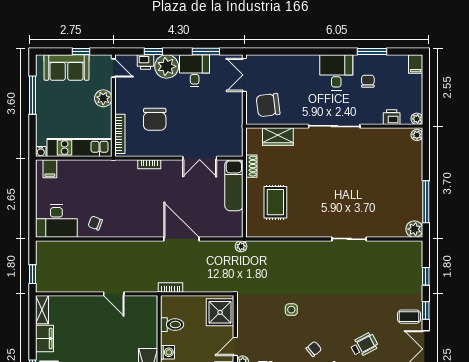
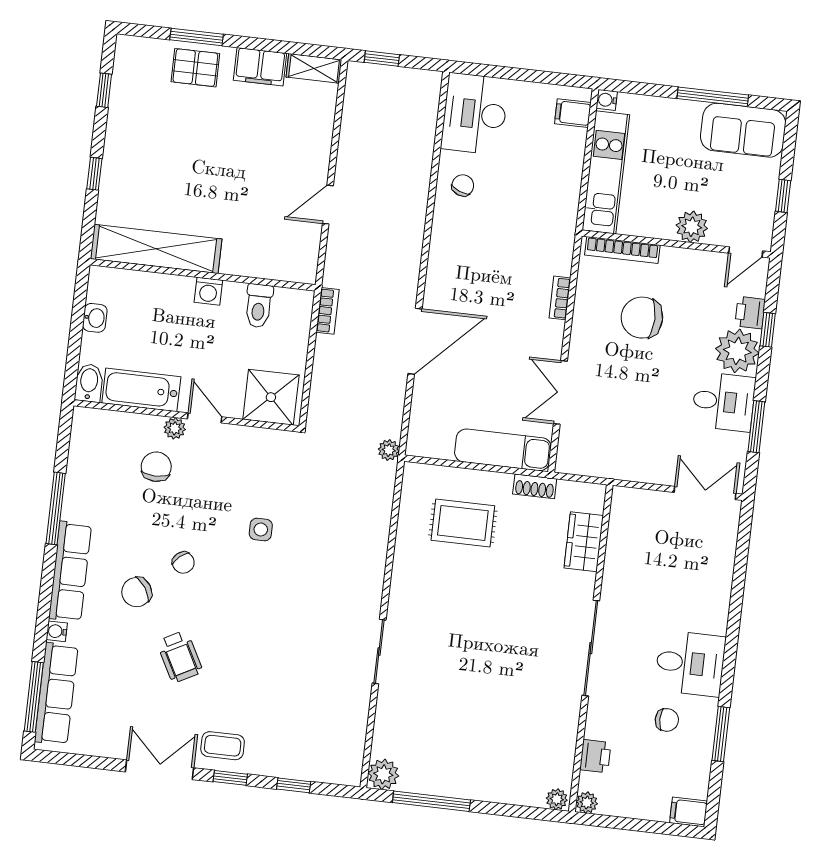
sofa: (66, 67) -> (743, 130), moved, turned -90
chair: (268, 105) -> (644, 530), removed
coffee table: (409, 317) -> (223, 746), turned 90

